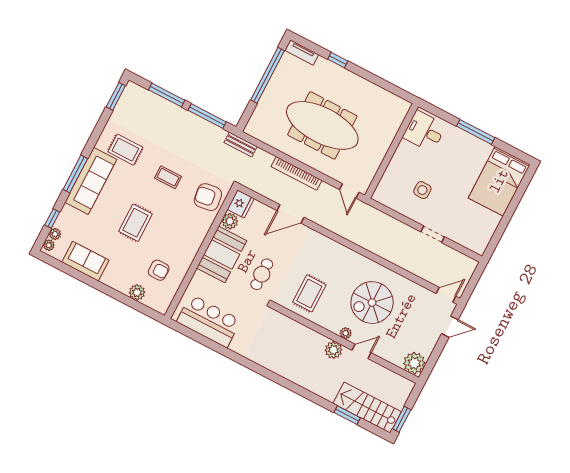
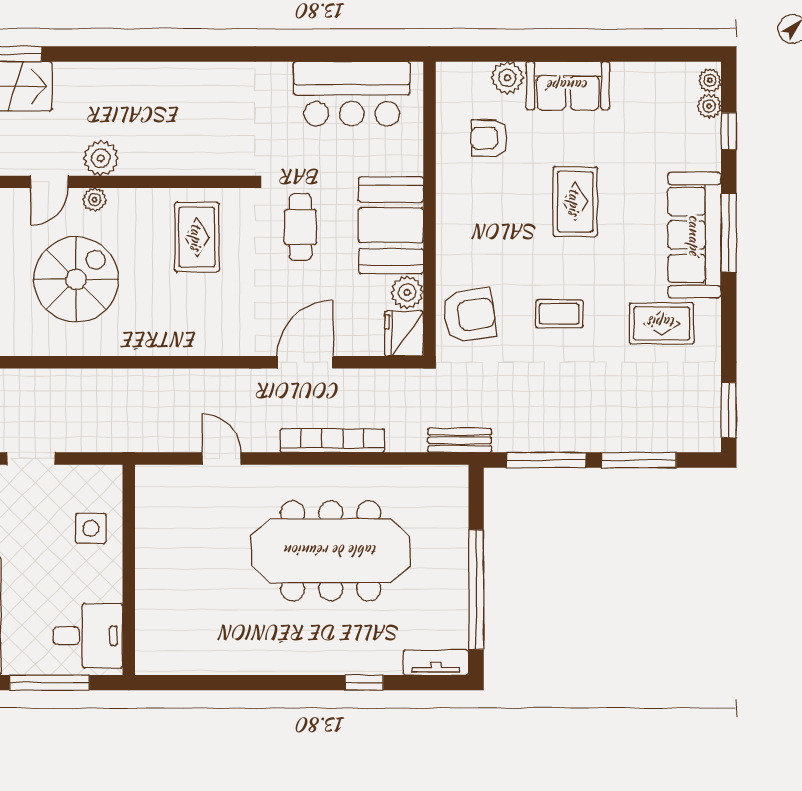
desk: (424, 131) -> (88, 636), moved
wall: (391, 151) -> (129, 570), moved
sofa: (85, 261) -> (568, 86), moved

